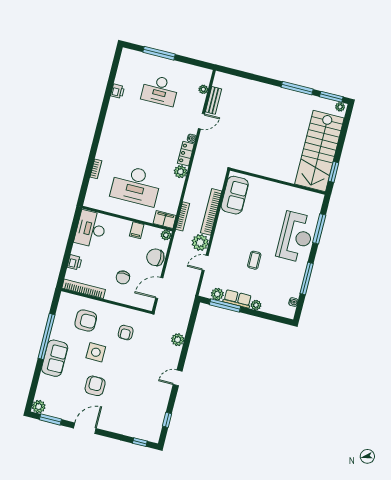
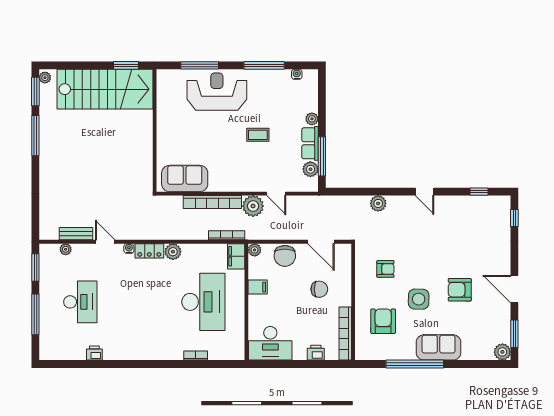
window: (195, 62) -> (35, 268), added

